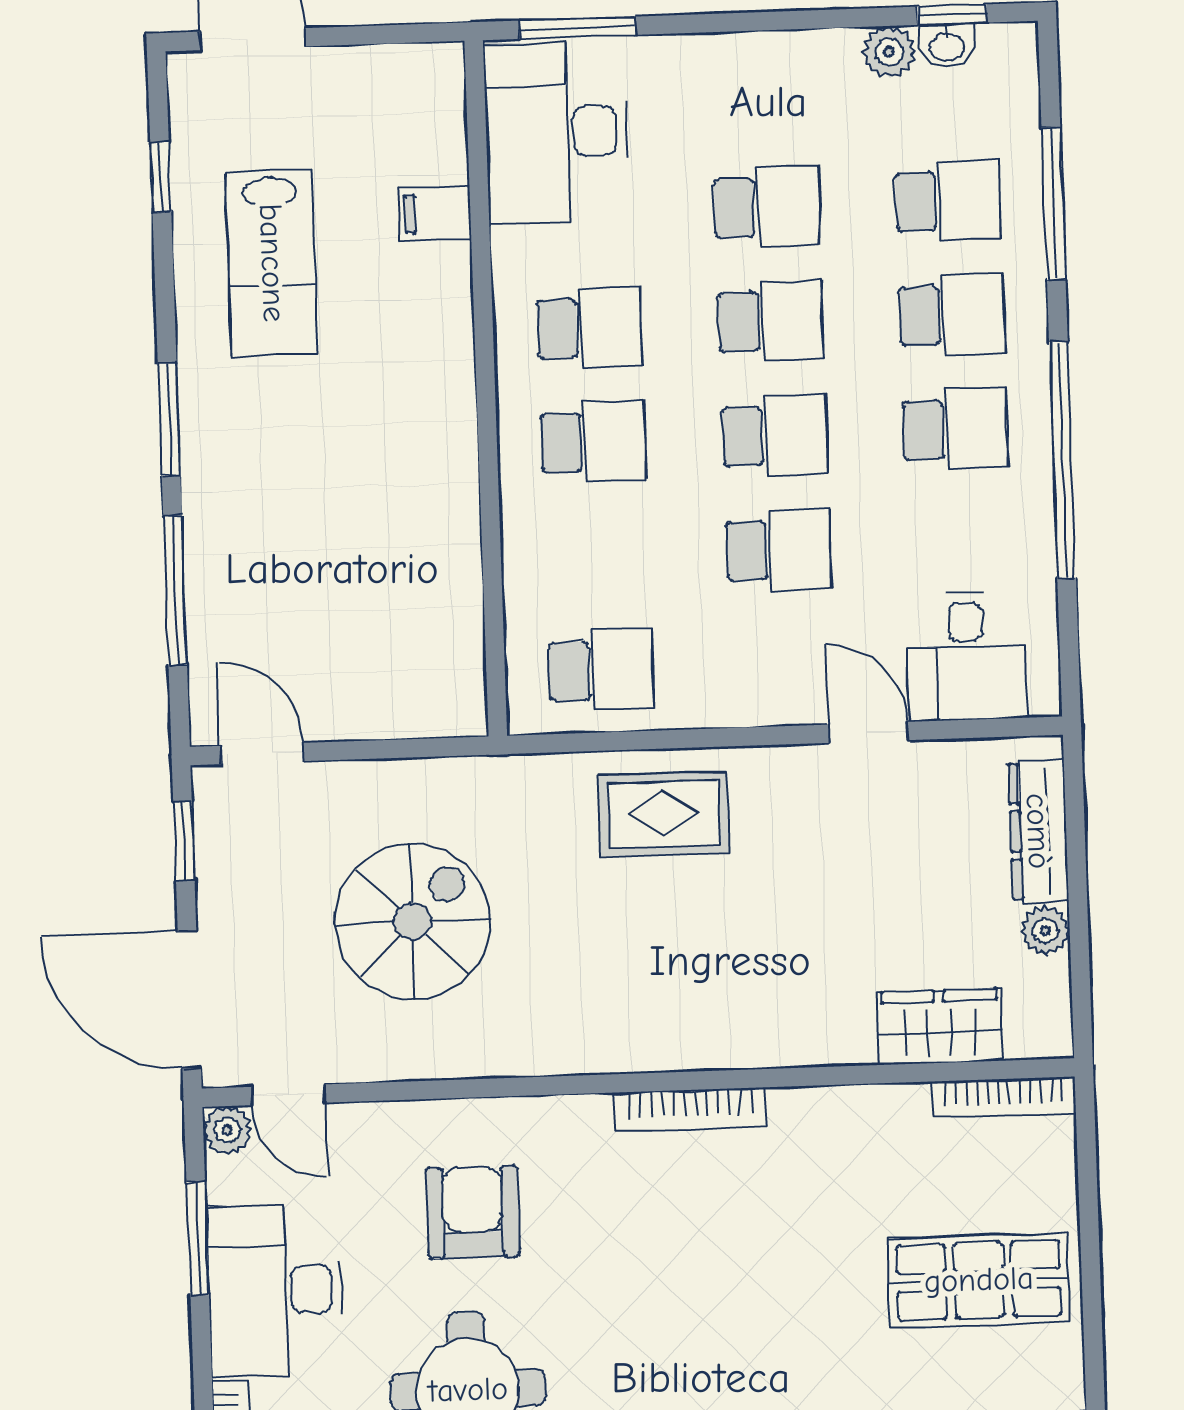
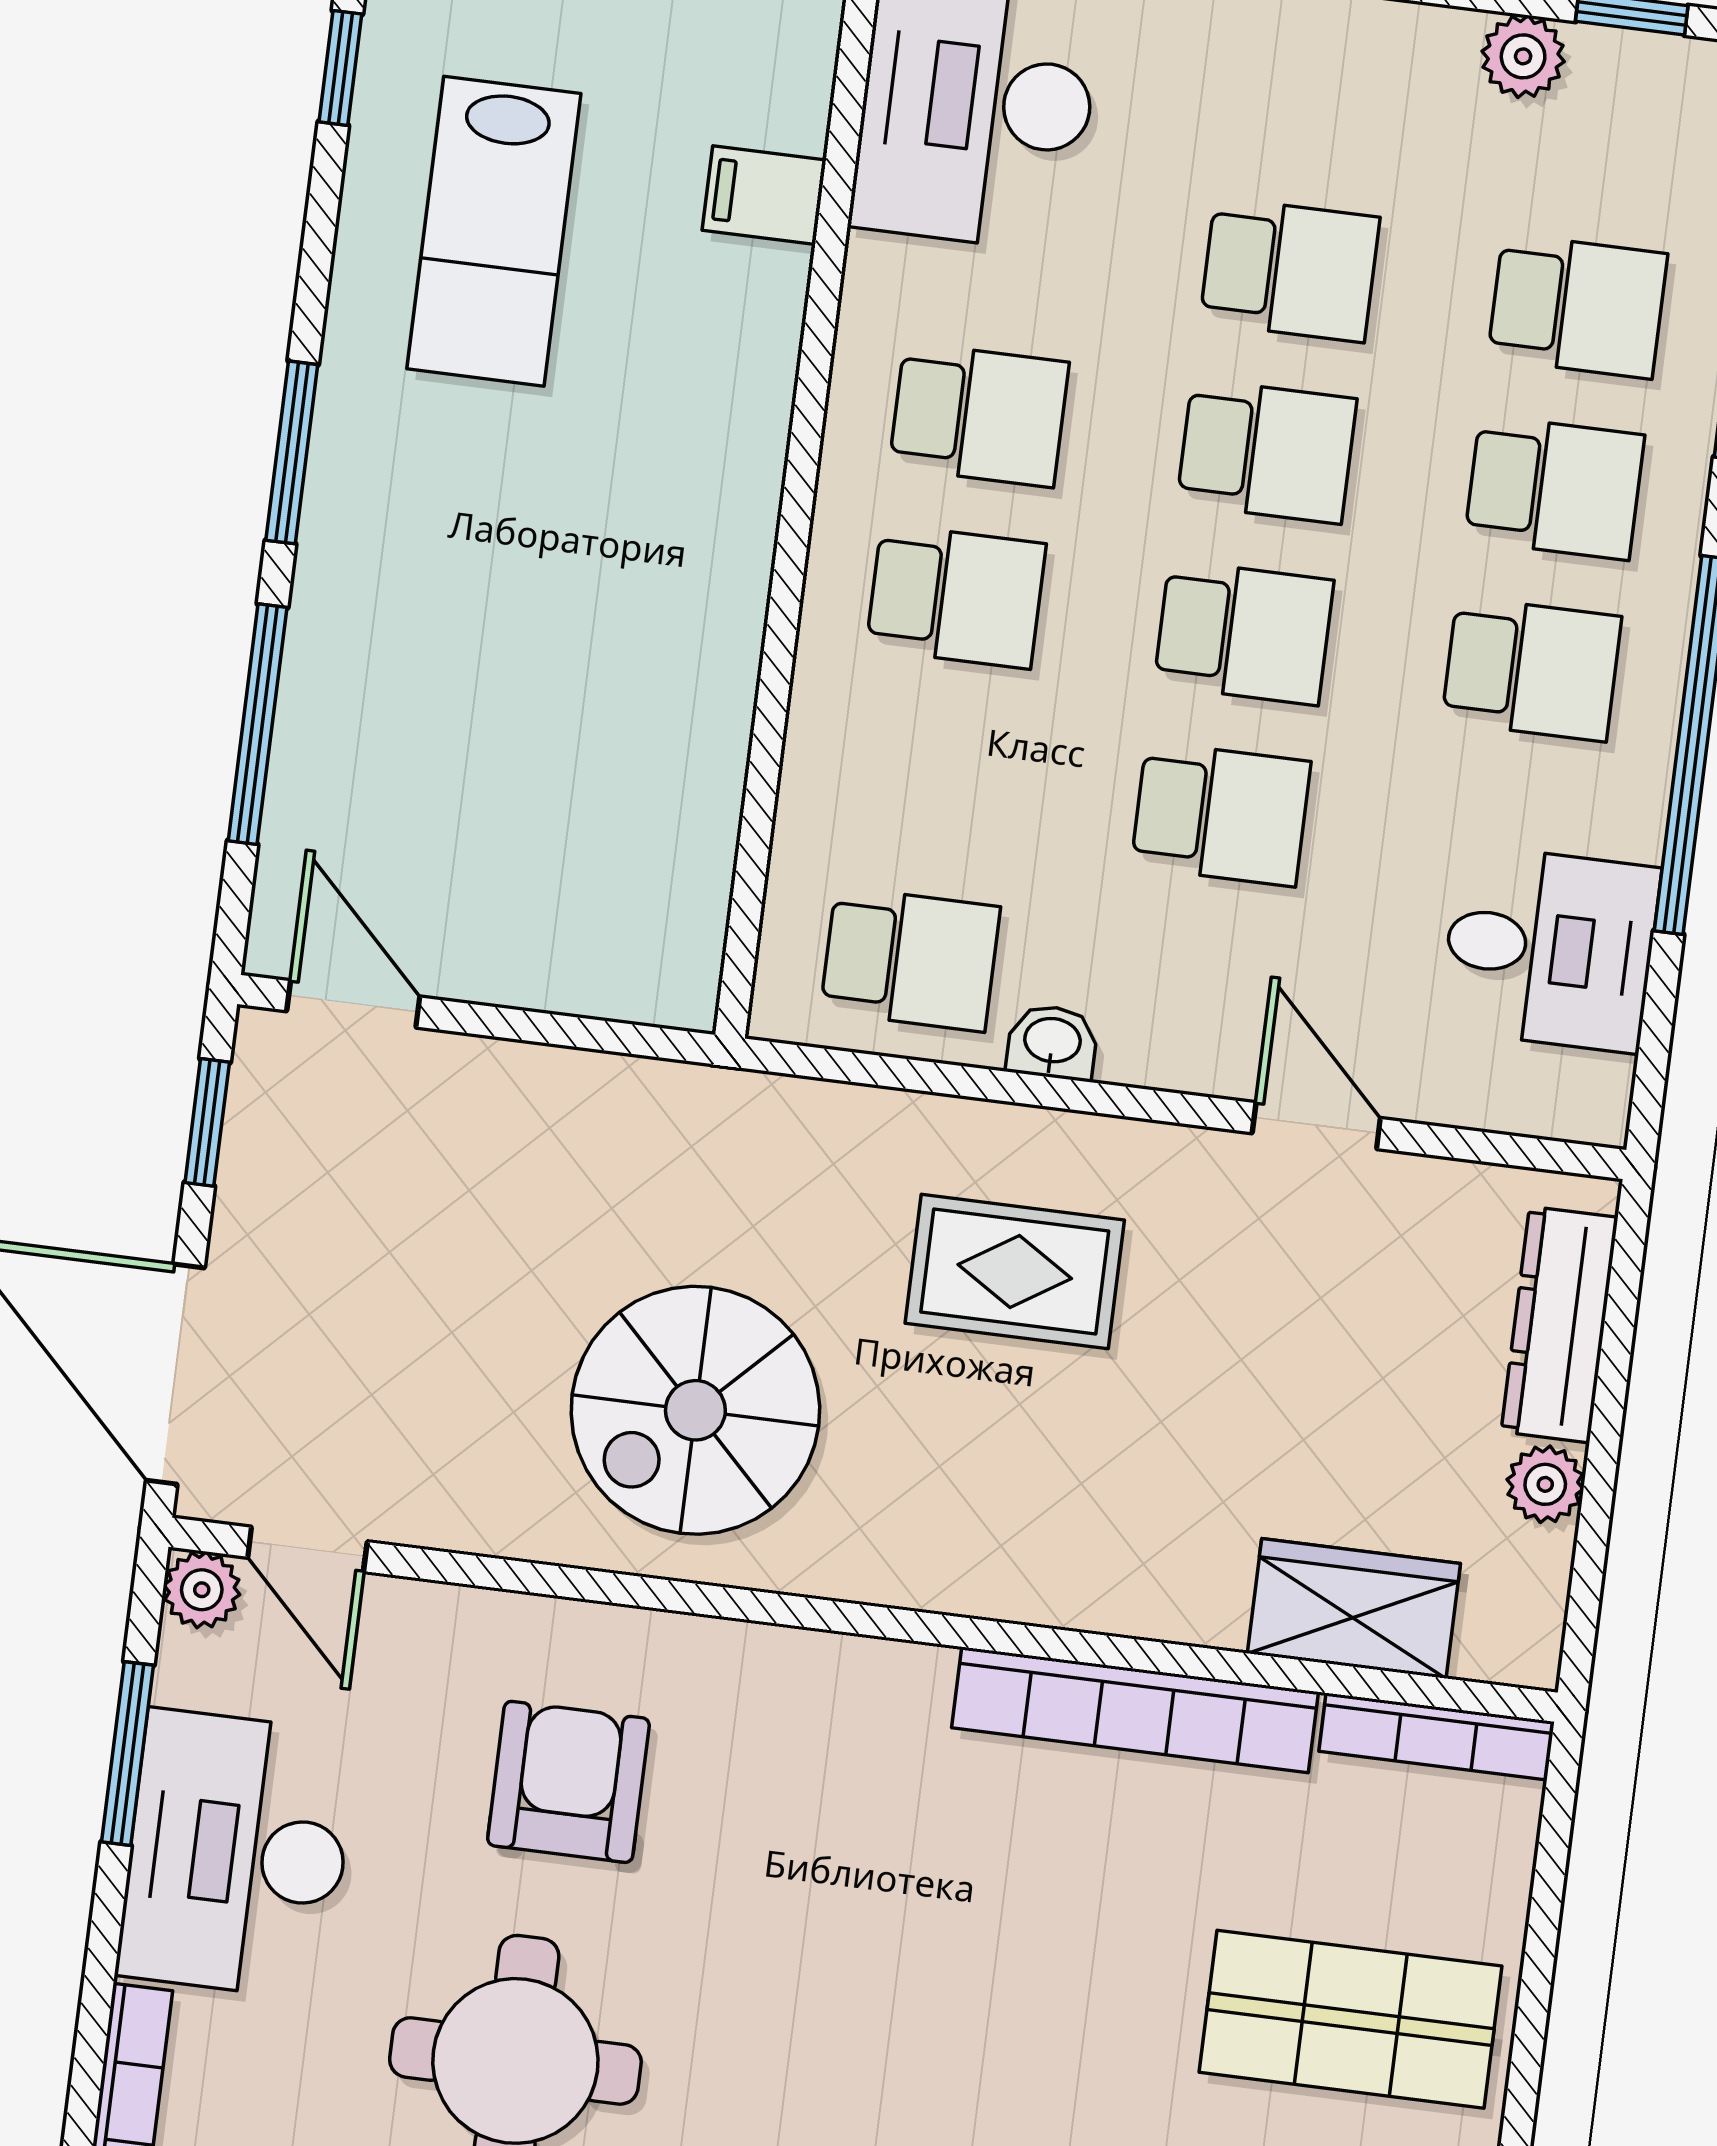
washbasin: (947, 46) -> (1052, 1042), moved, turned 180
desk: (967, 656) -> (1550, 949), moved, turned -90
rug: (664, 814) -> (1015, 1272), moved
spiral stairs: (413, 921) -> (695, 1410), moved, turned 180
bookcase: (690, 1109) -> (1135, 1710), moved, width x1.48, depth x1.31

